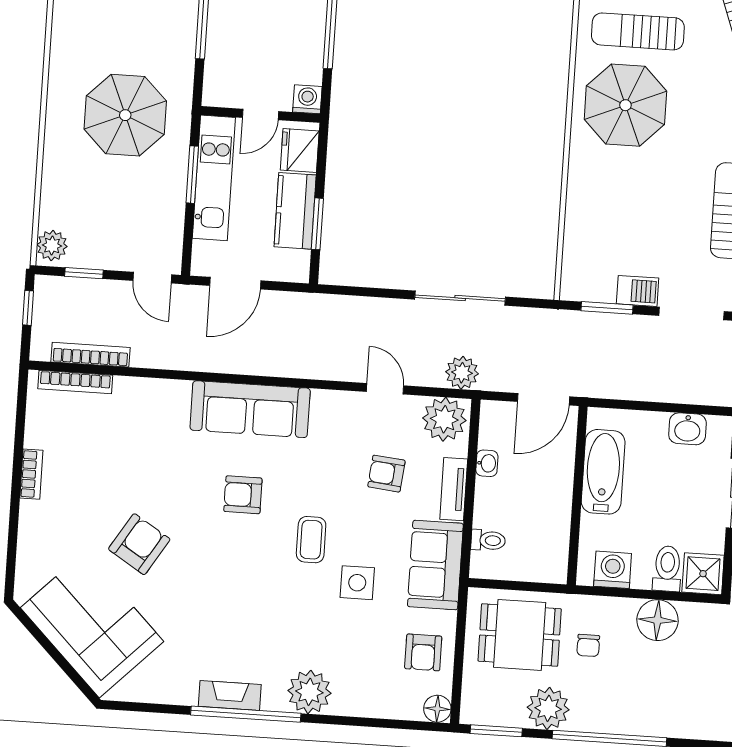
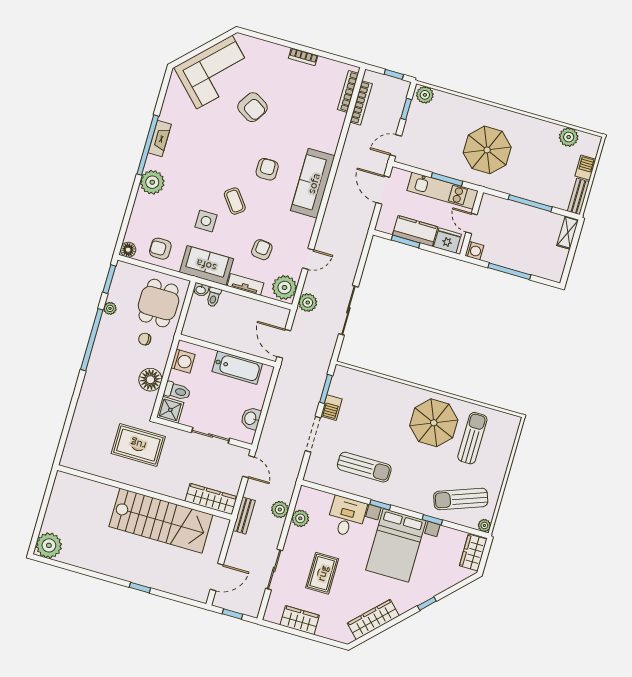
washbasin: (487, 463) -> (201, 290), moved
coffee table: (311, 540) -> (235, 201), turned 53
plant: (548, 708) -> (110, 308), width x0.53, depth x0.53

